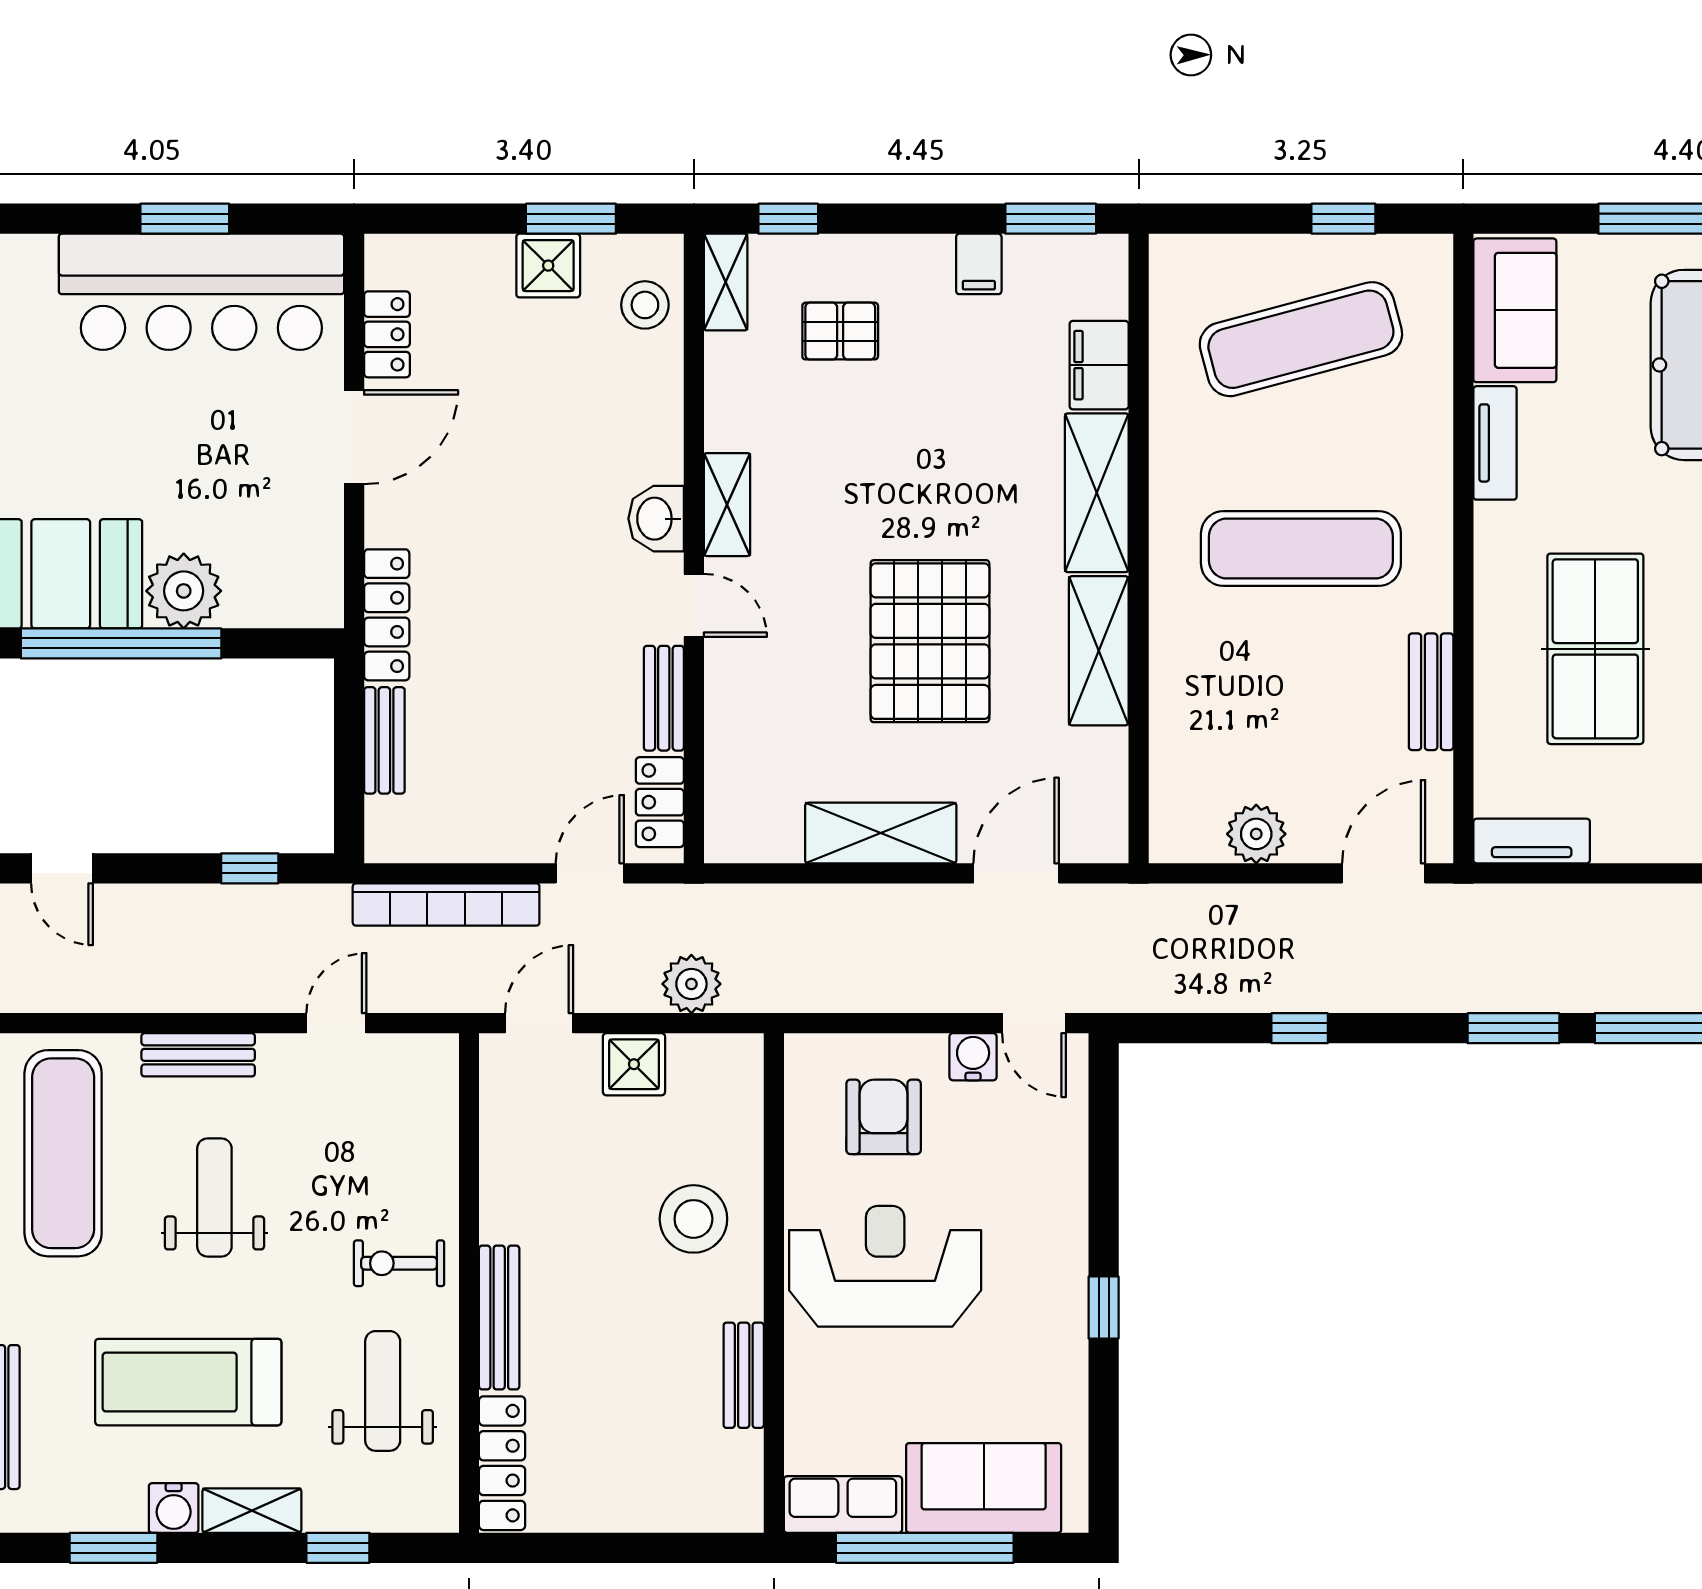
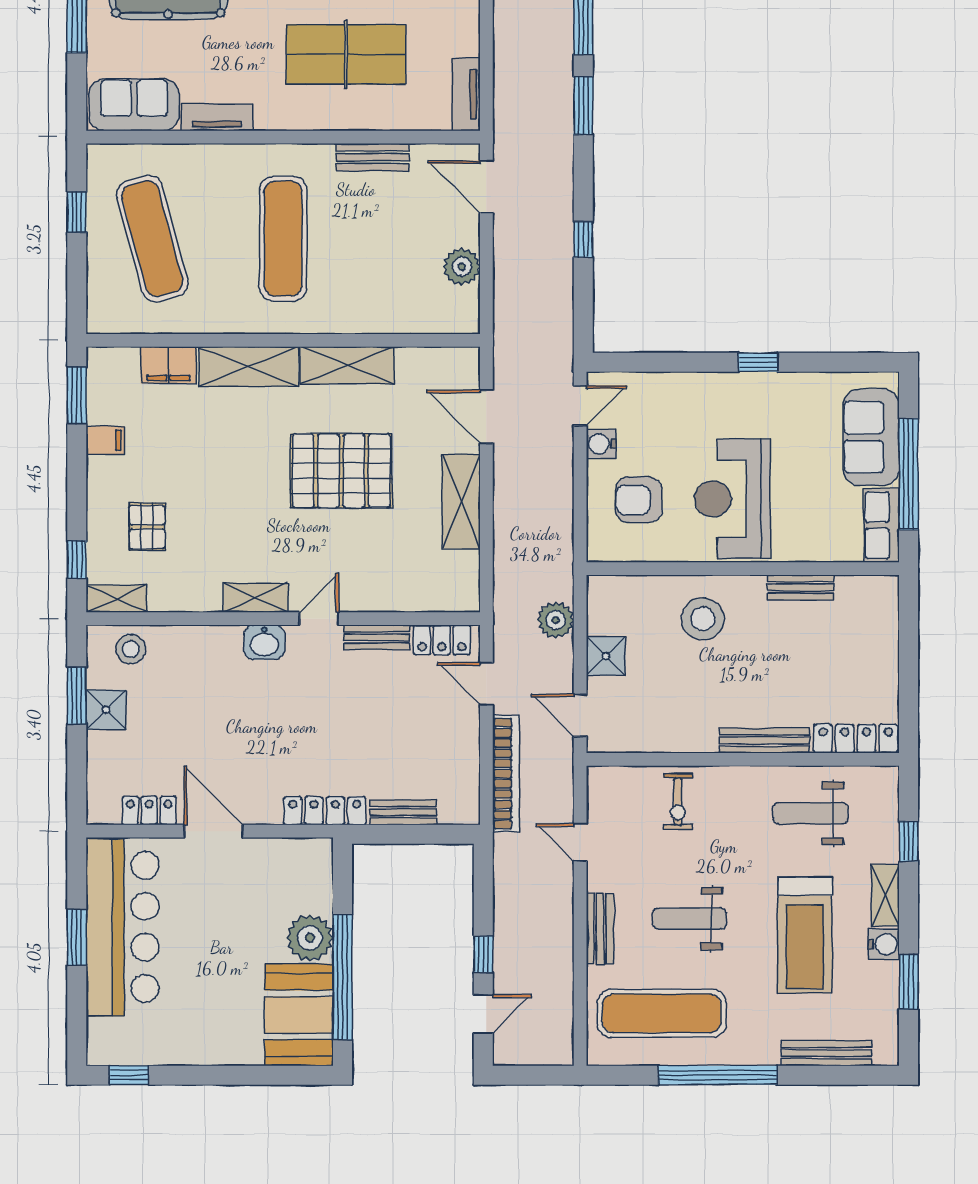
window: (250, 868) -> (483, 954), moved
exercise bike: (399, 1263) -> (678, 802), moved

